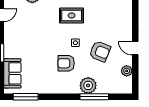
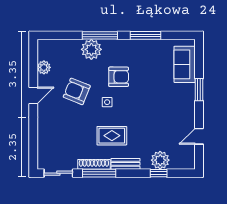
door: (135, 48) -> (33, 95), hinge flipped
window: (26, 97) -> (146, 35), moved
window: (94, 97) -> (100, 35), moved

